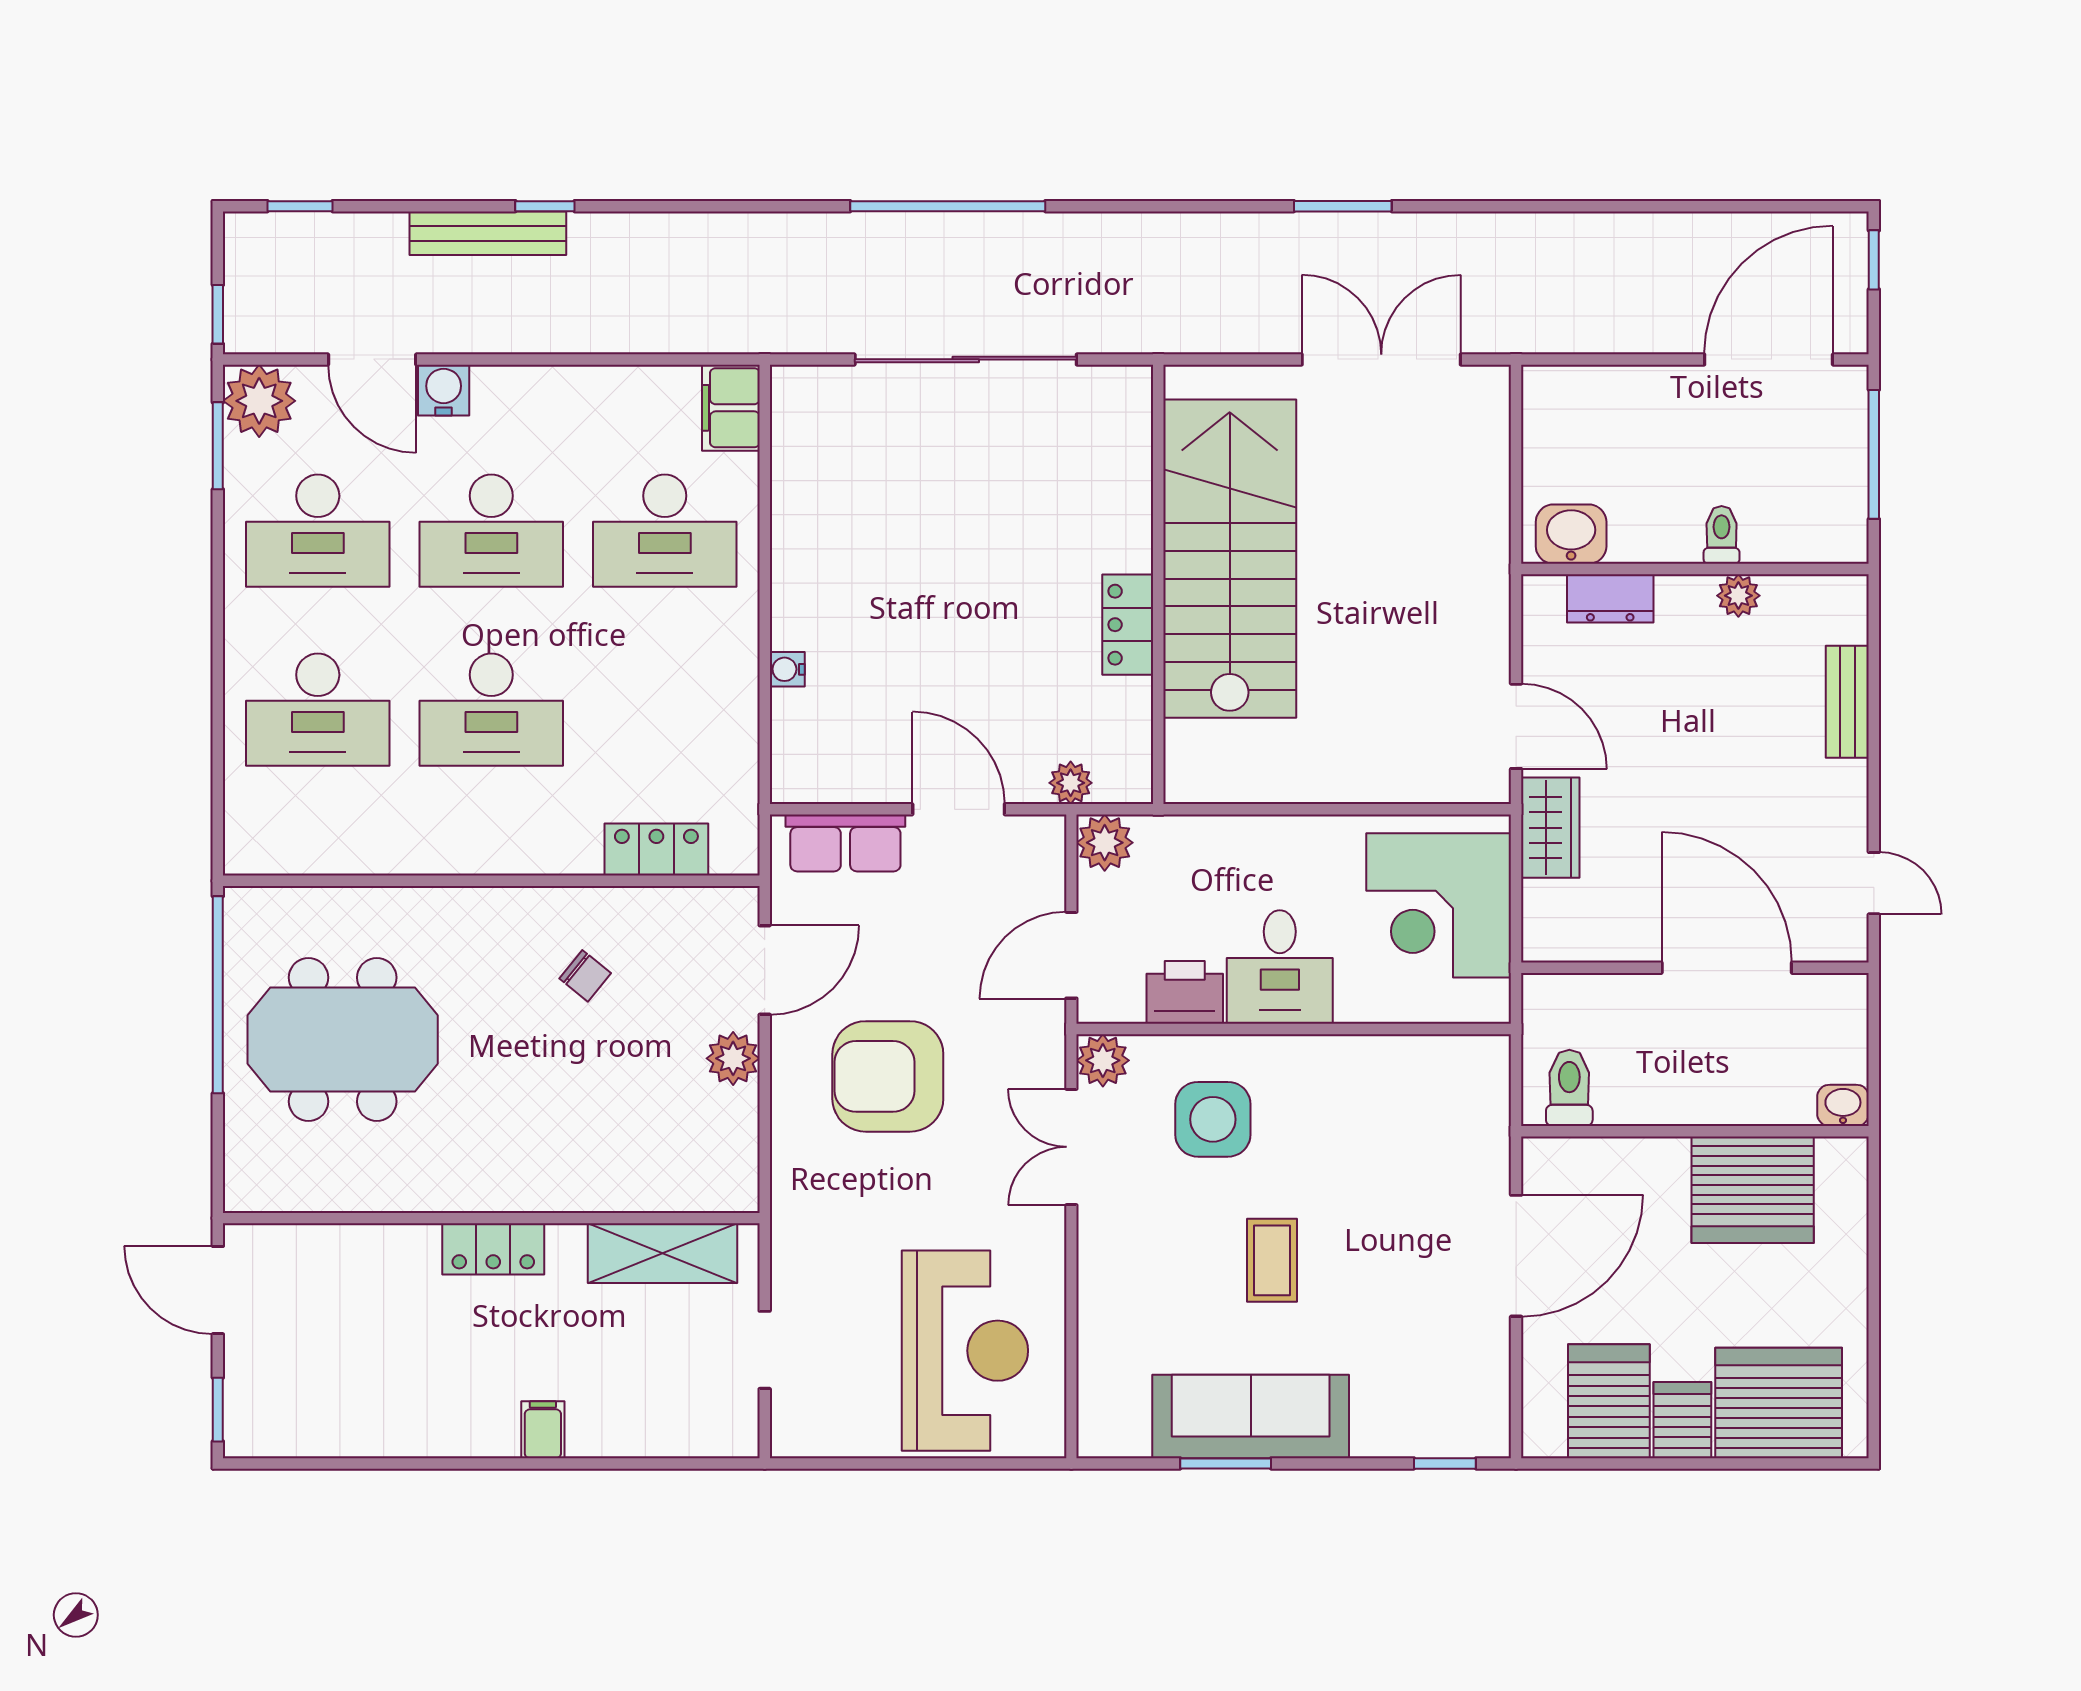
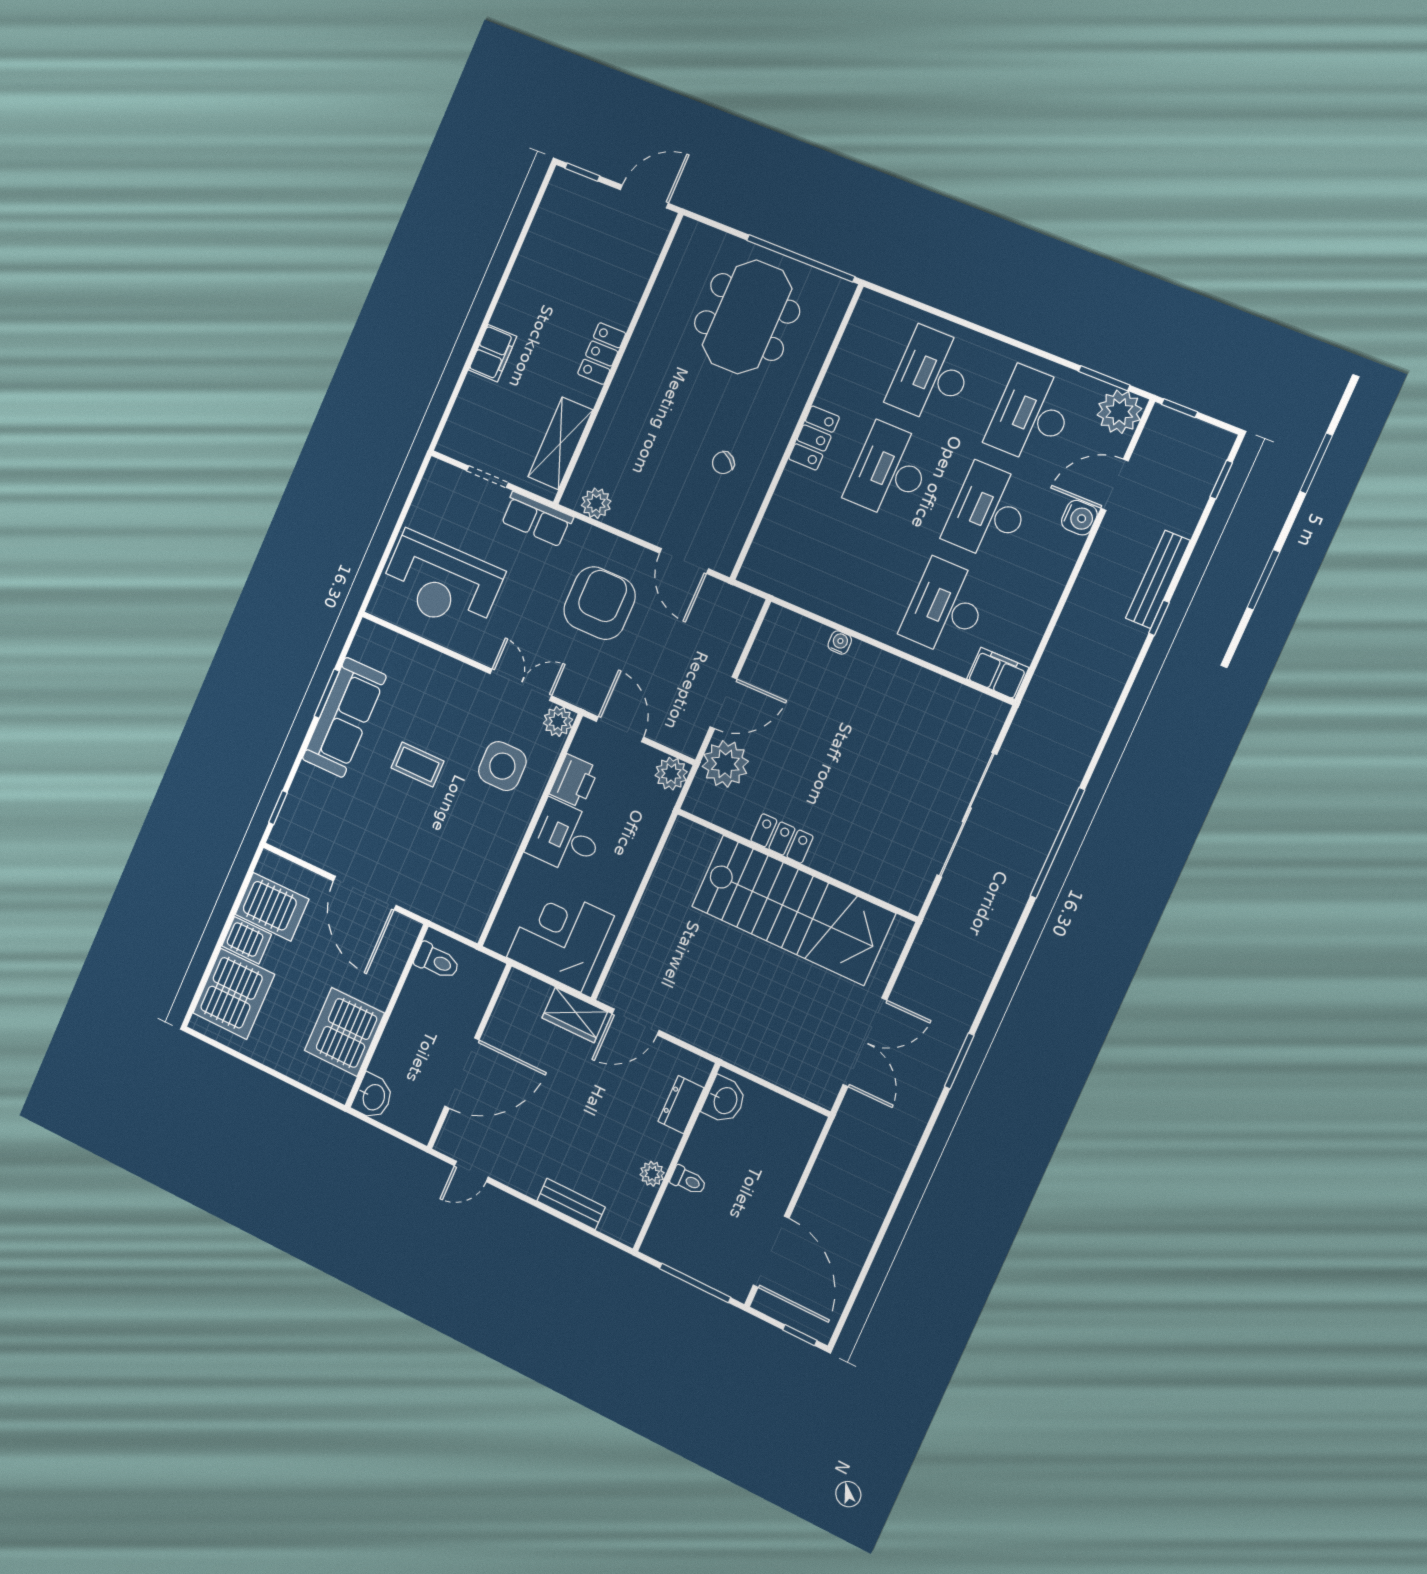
plant: (1071, 783) -> (725, 764), width x1.87, depth x1.87
row of seats: (845, 843) -> (537, 519), moved, turned -90
locker: (656, 850) -> (814, 438), moved
plant: (733, 1058) -> (596, 503), moved
washbasin: (1843, 1105) -> (373, 1097), width x1.38, depth x1.45
filing cabinet: (543, 1430) -> (493, 353), width x2.00

